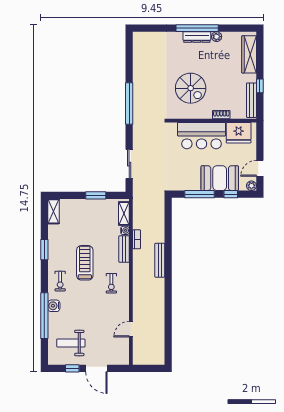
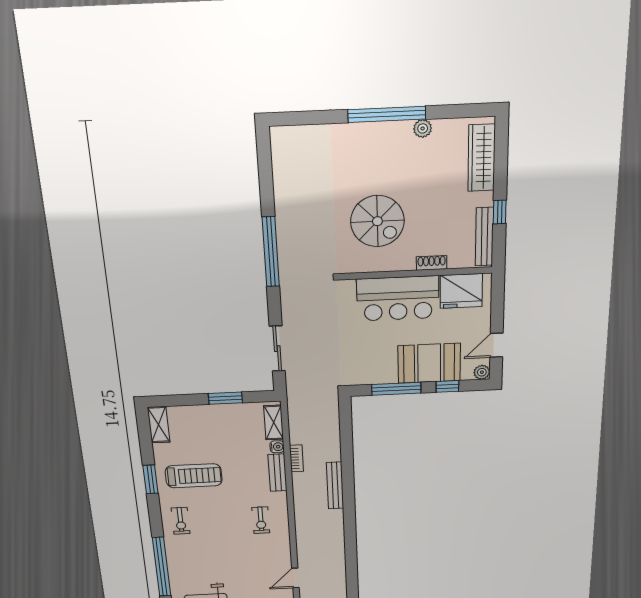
dresser: (197, 37) -> (387, 131), removed
treadmill: (85, 263) -> (194, 476), moved, turned 90
water cooler: (54, 306) -> (175, 554), removed

